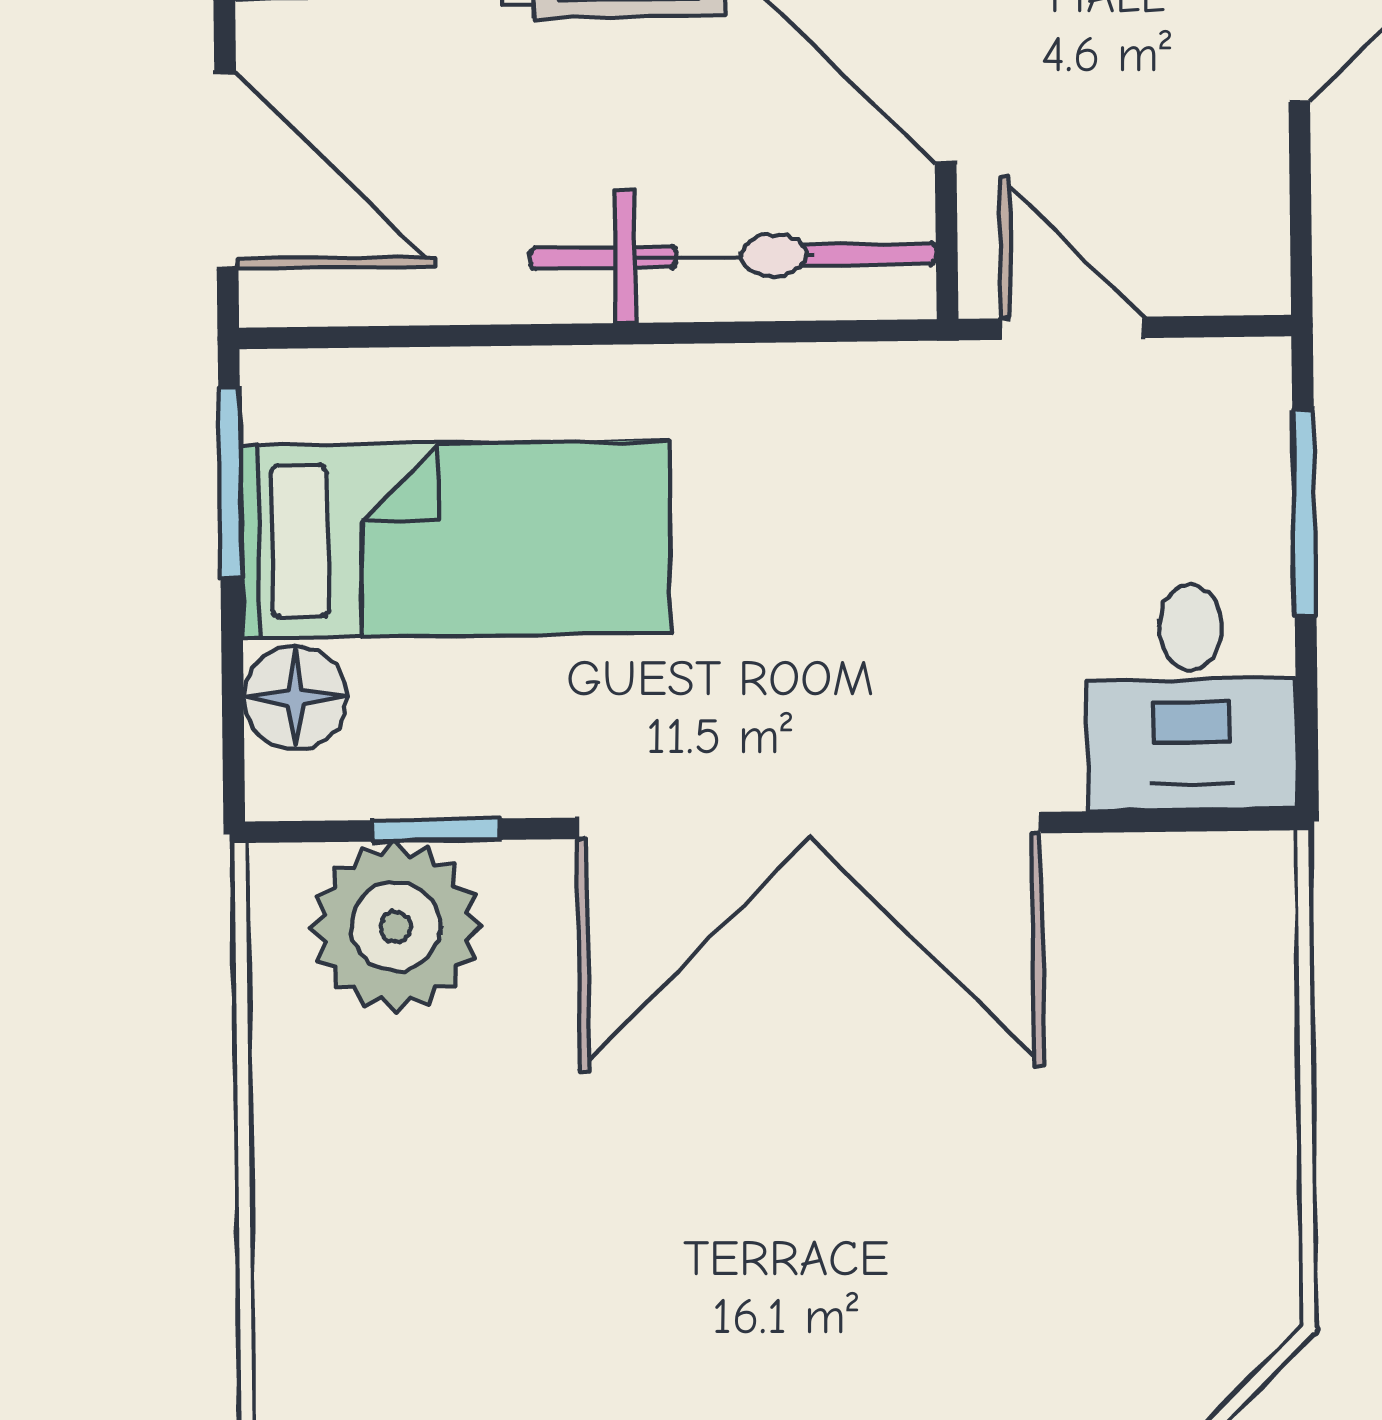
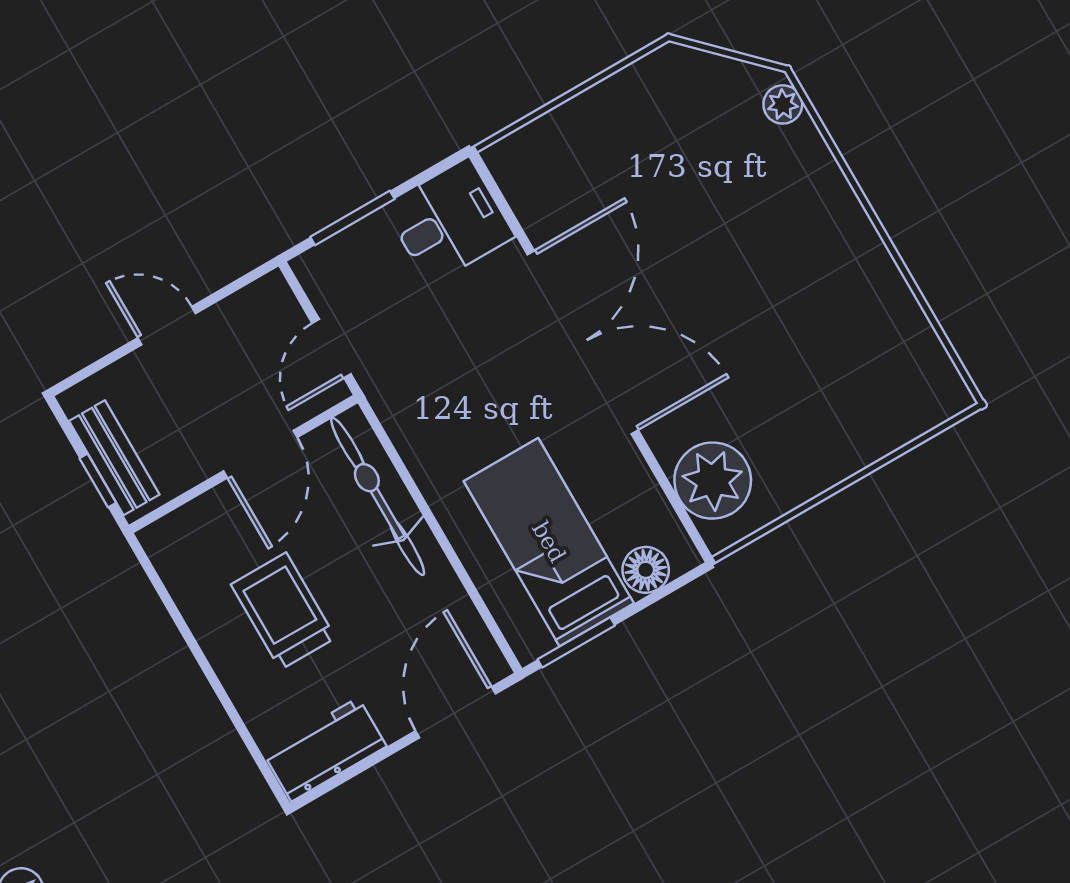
window: (436, 830) -> (666, 486), removed

